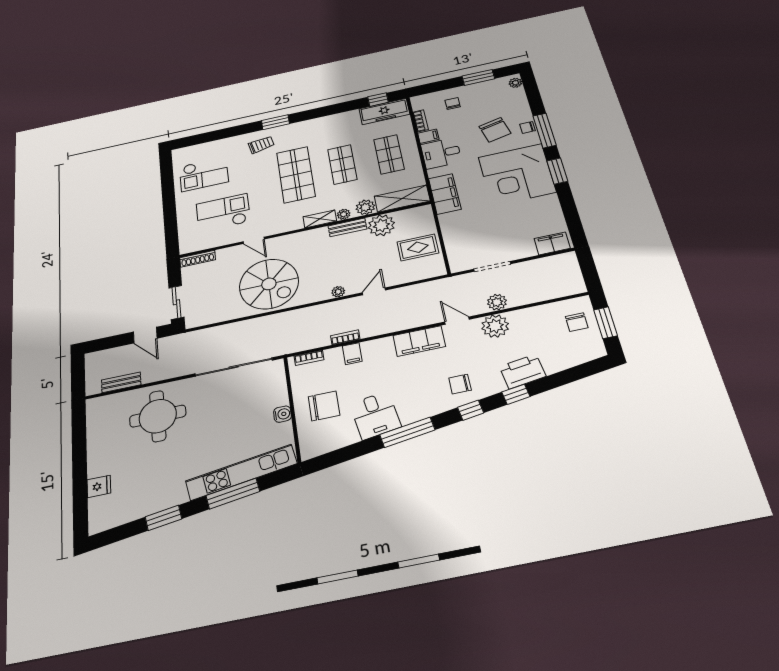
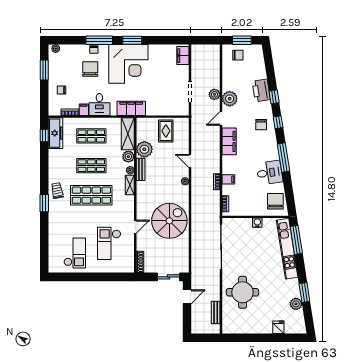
chair: (495, 130) -> (90, 69), turned -77
trolley: (261, 145) -> (57, 191), moved
chair: (324, 406) -> (275, 201), moved
window: (233, 493) -> (296, 240), moved
plant: (142, 507) -> (296, 304), added

